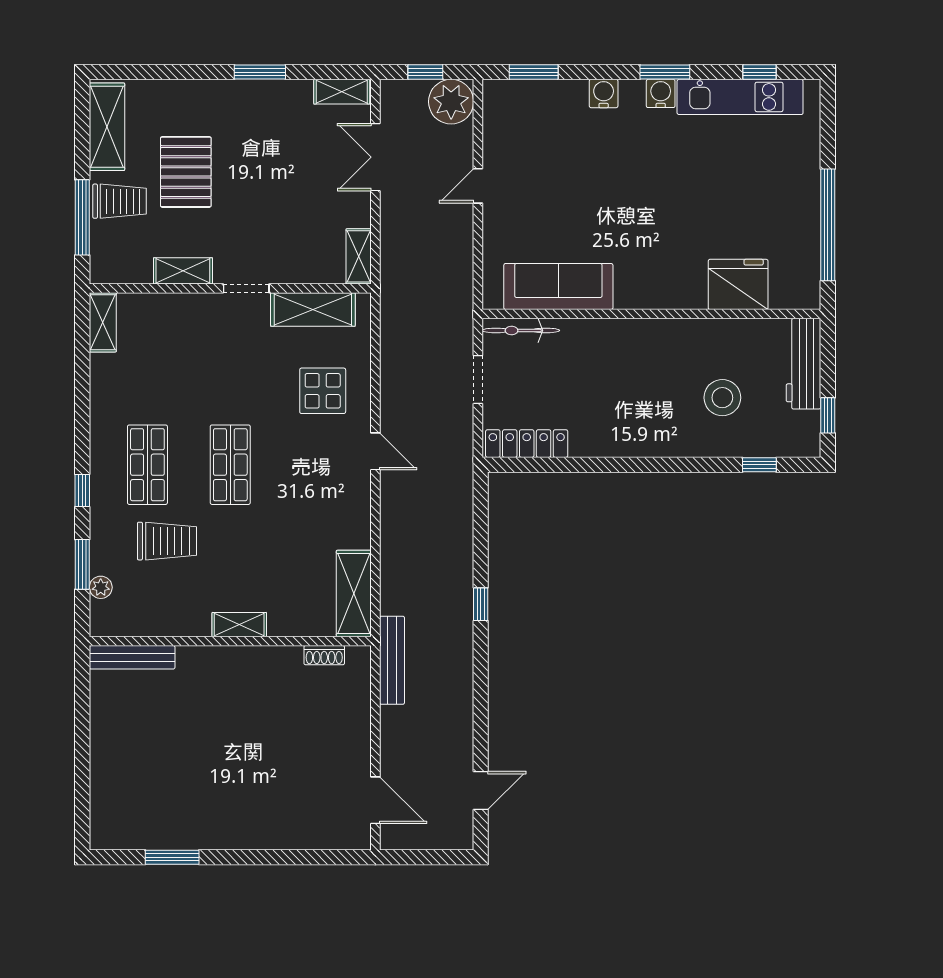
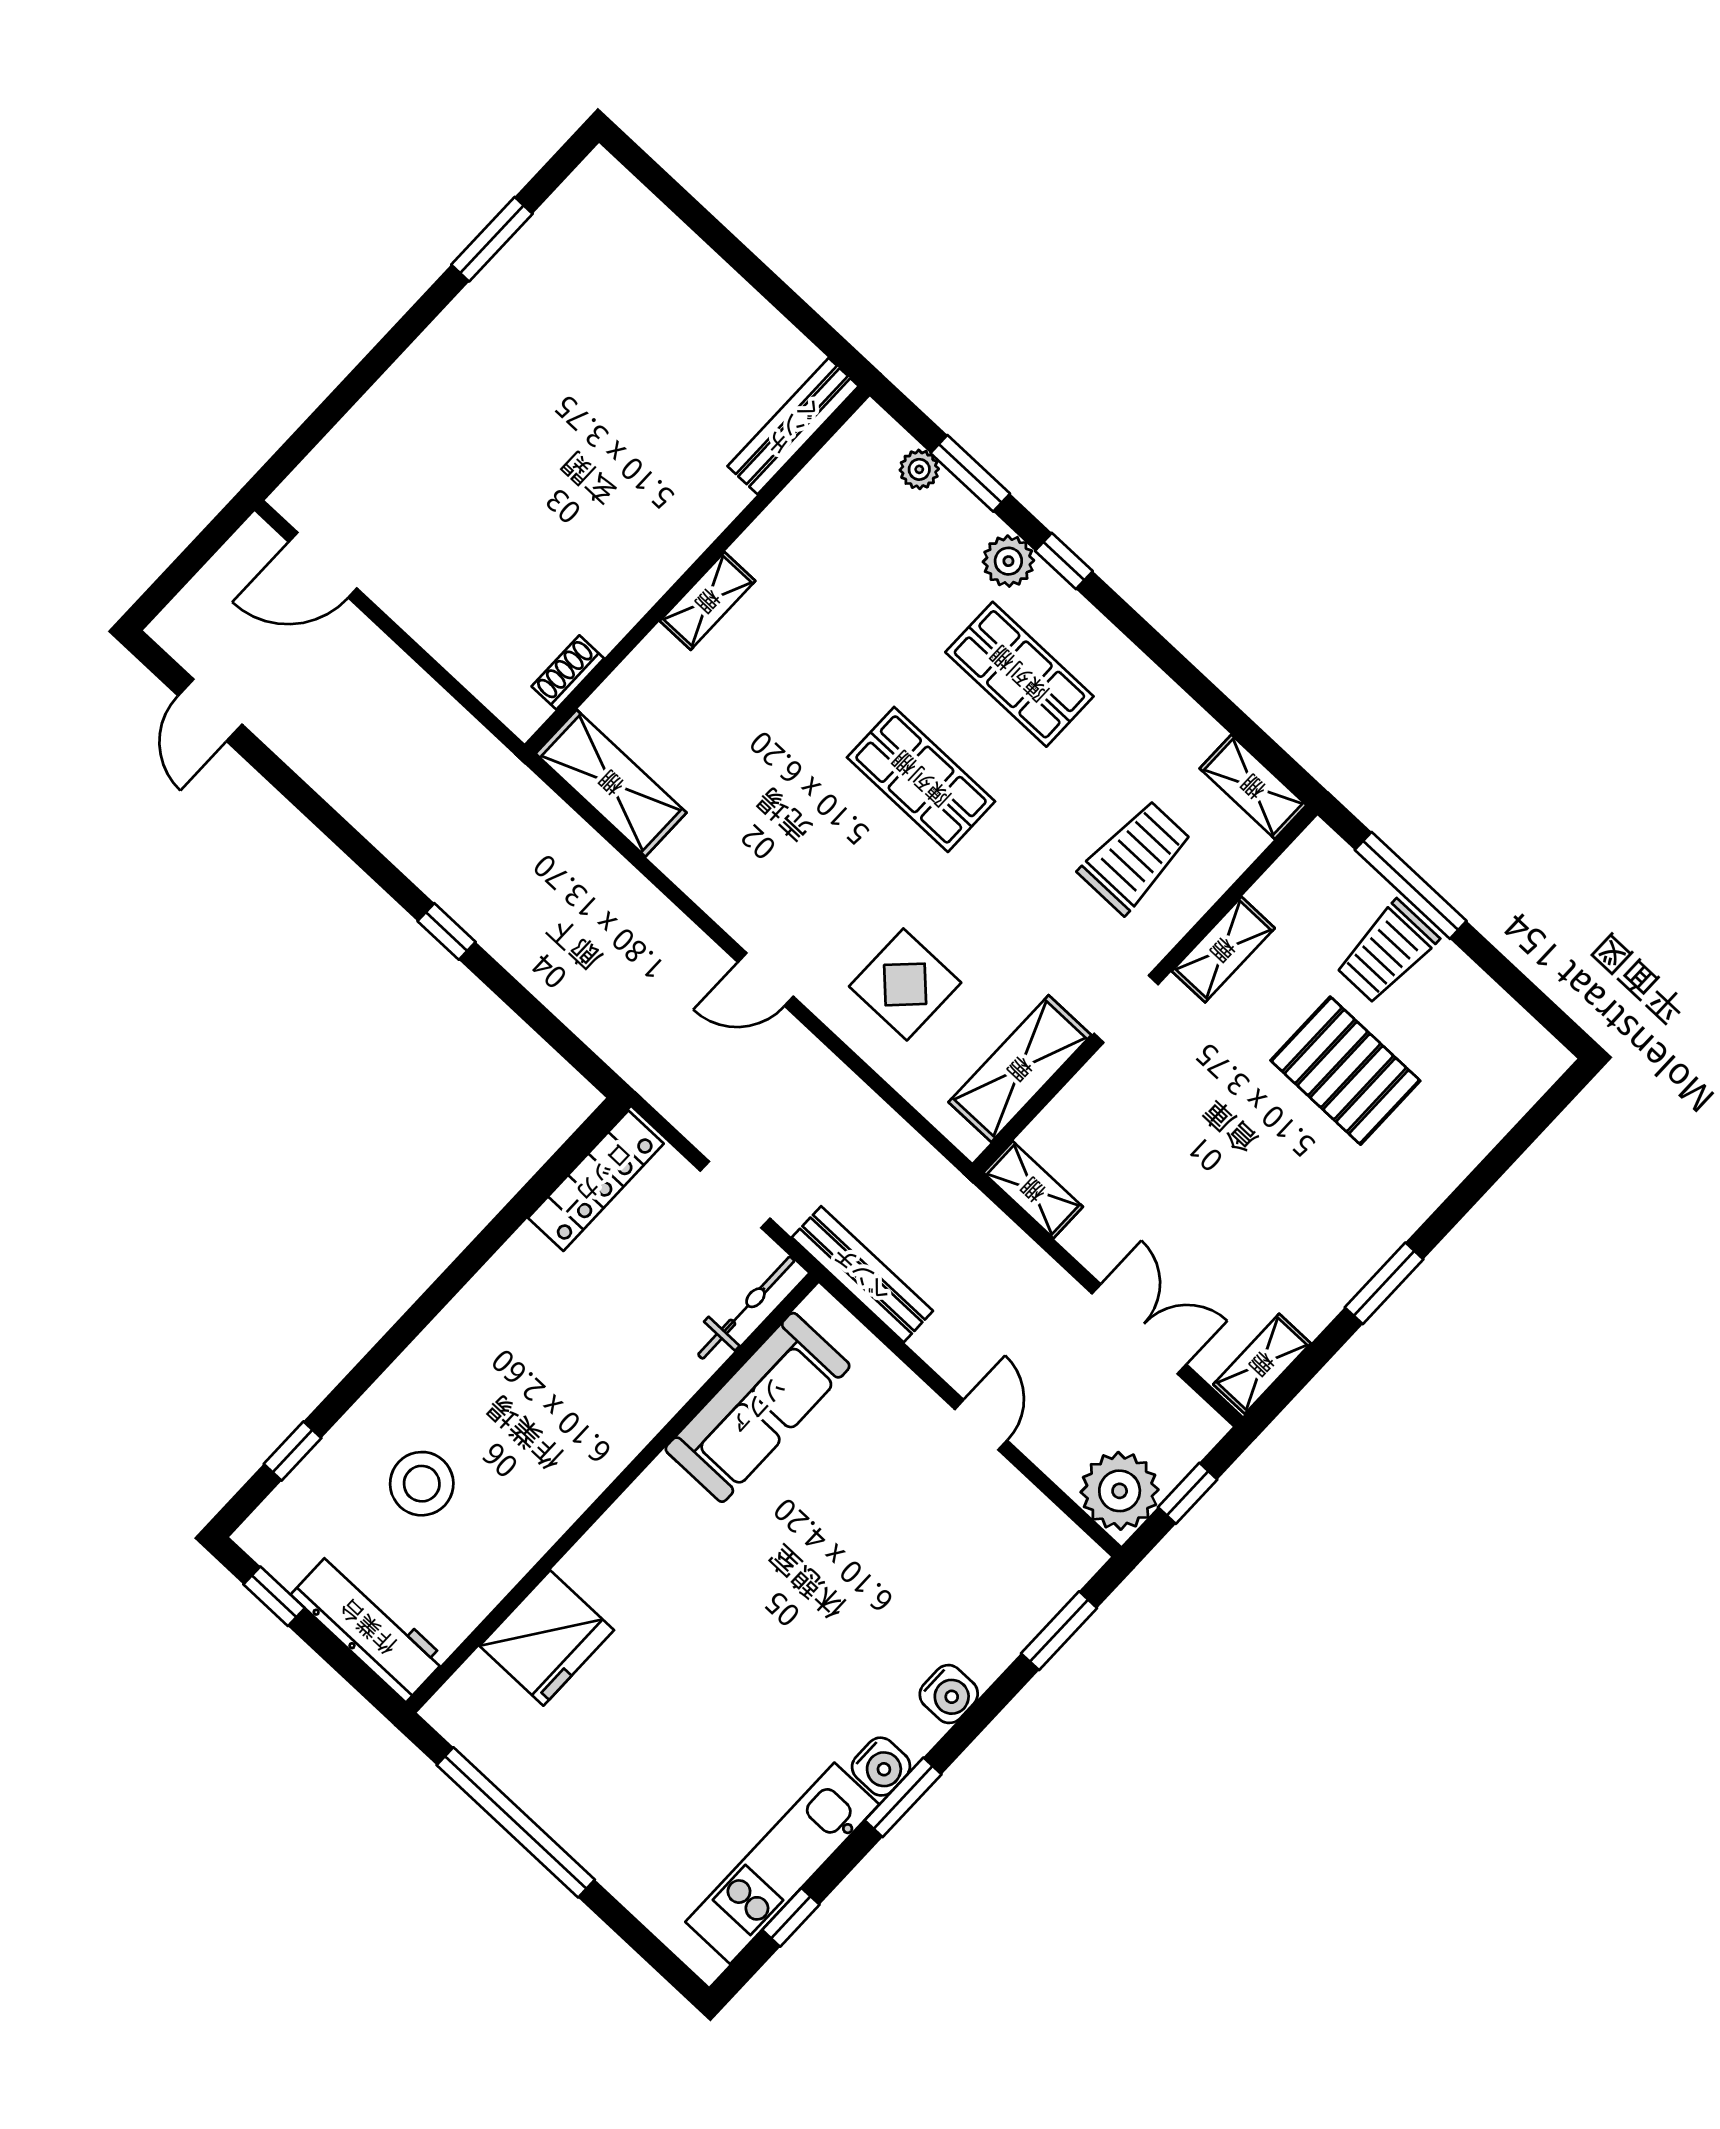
shelving: (107, 127) -> (1496, 1024), removed
plant: (104, 514) -> (1008, 561), added
trolley: (167, 541) -> (1135, 857), moved, turned 180
bench: (392, 660) -> (862, 1274), moved

